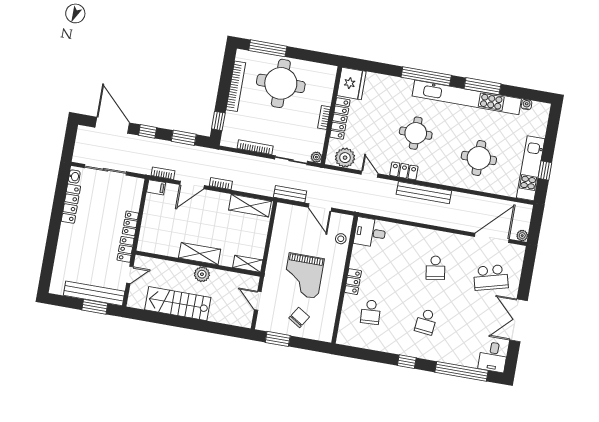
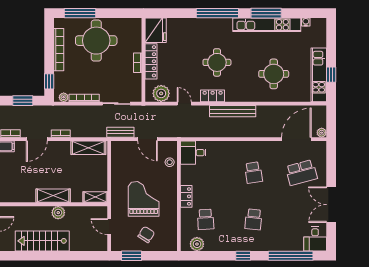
kitchen unit: (467, 97) -> (267, 25), width x0.73
plant: (316, 157) -> (64, 97), moved
grand piano: (303, 276) -> (144, 199), turned 180
plant: (356, 339) -> (197, 244), added

